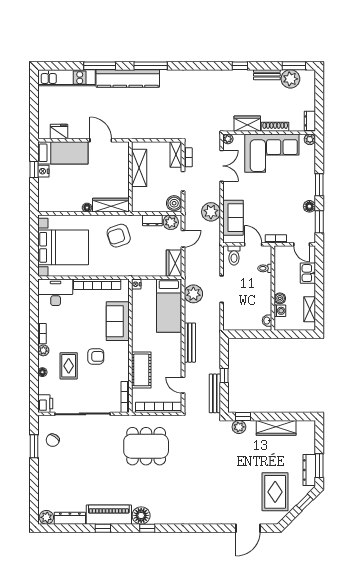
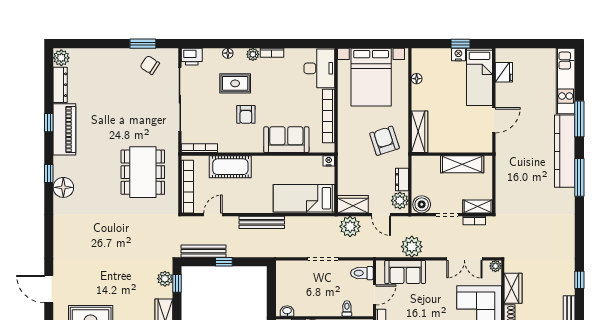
floor lamp: (87, 208) -> (417, 79), moved
plant: (193, 294) -> (350, 226), moved
floor lamp: (141, 515) -> (63, 187), moved

